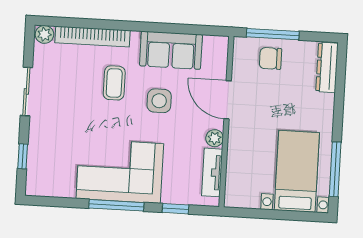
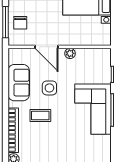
door: (228, 100) -> (46, 47), hinge flipped
tv unit: (212, 172) -> (91, 54), removed

